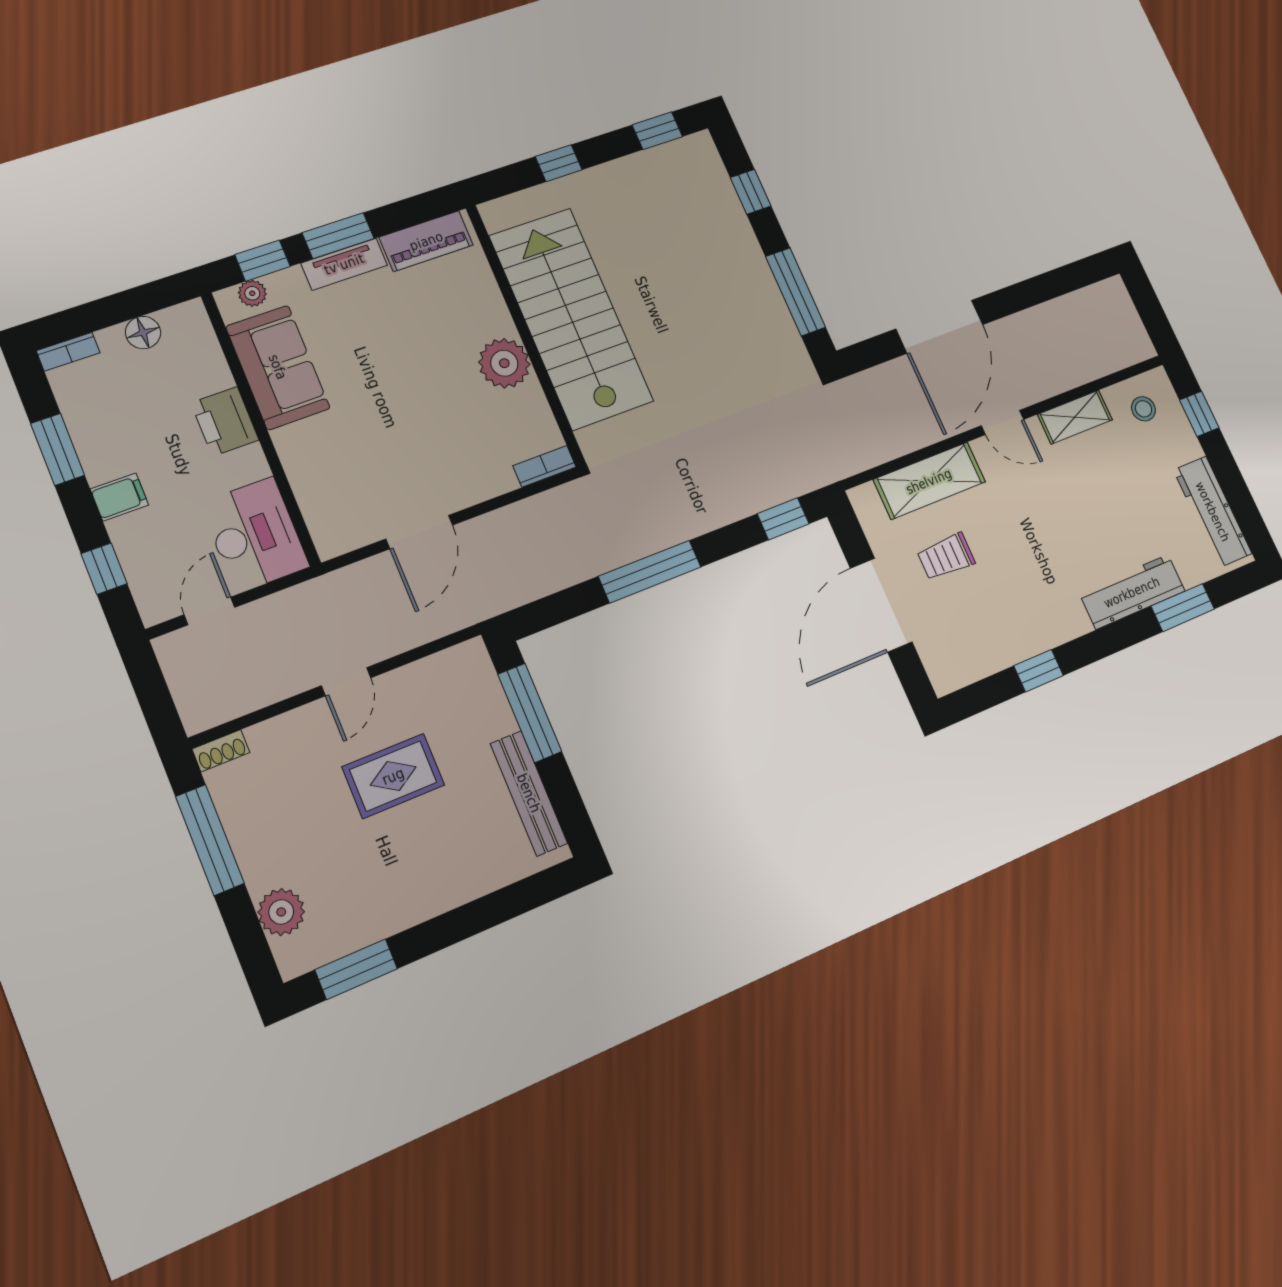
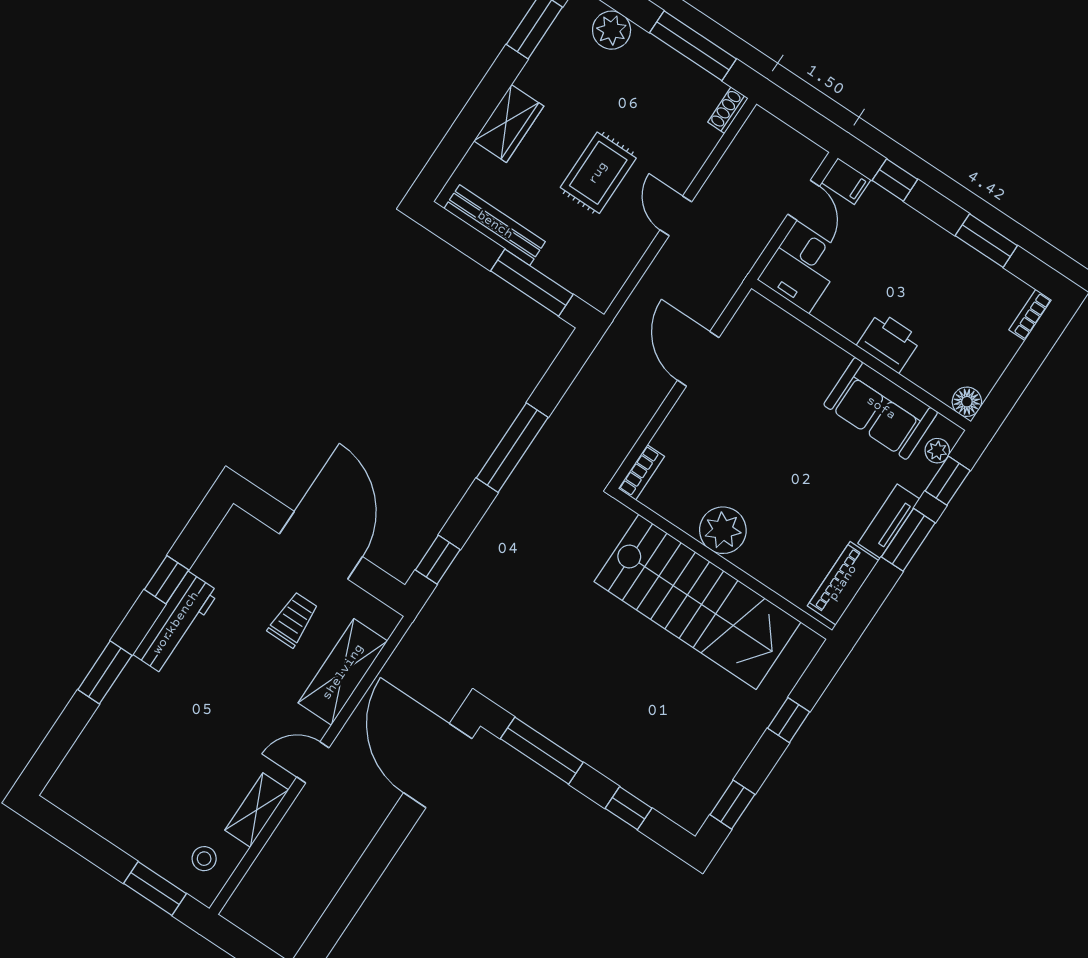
door: (939, 327) -> (438, 766), moved
floor lamp: (143, 333) -> (967, 402), moved
window: (1199, 414) -> (155, 888), width x1.50
filing cabinet: (119, 497) -> (846, 181), moved, turned -90
workbench: (1213, 512) -> (97, 812), removed
desk: (255, 535) -> (801, 269), width x0.73
workbench: (1132, 592) -> (176, 623), moved
window: (1183, 608) -> (105, 672), moved
wardrobe: (448, 886) -> (509, 123), added

